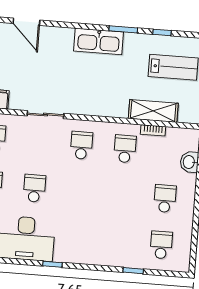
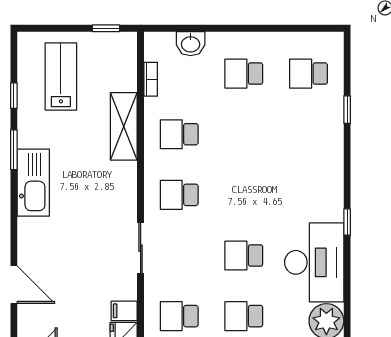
door: (26, 22) -> (14, 285), hinge flipped
shelving: (153, 111) -> (124, 126), moved
bookcase: (153, 130) -> (151, 79), moved

